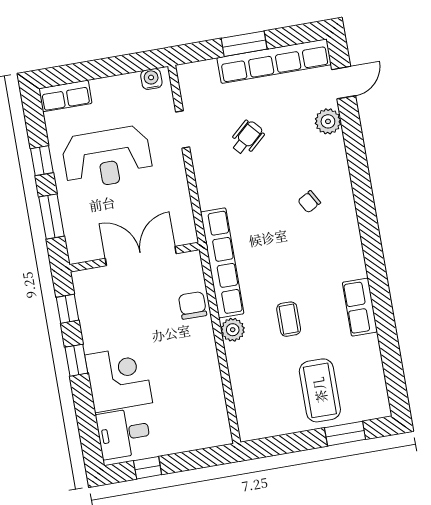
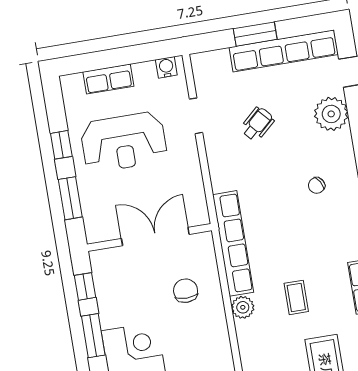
row of seats: (65, 96) -> (108, 79), moved
plant: (328, 121) -> (331, 114), width x1.36, depth x1.36
chair: (193, 305) -> (186, 291), moved
window: (76, 360) -> (93, 336), width x1.50

